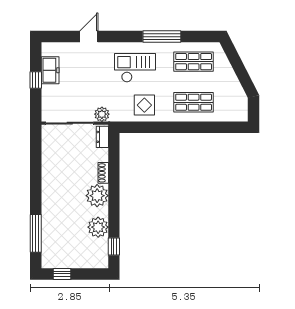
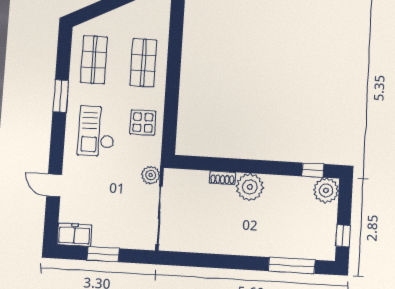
window: (162, 37) -> (61, 96), width x0.69
freezer: (50, 70) -> (74, 235), moved
window: (36, 80) -> (103, 254), width x1.50
dresser: (102, 137) -> (178, 176), removed
plant: (98, 227) -> (326, 190), moved

